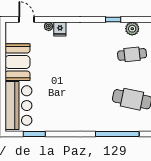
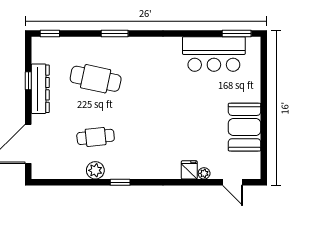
bar counter: (18, 106) -> (214, 54), moved, turned -90
window: (34, 134) -> (237, 33), moved
window: (117, 134) -> (115, 33), width x0.47

